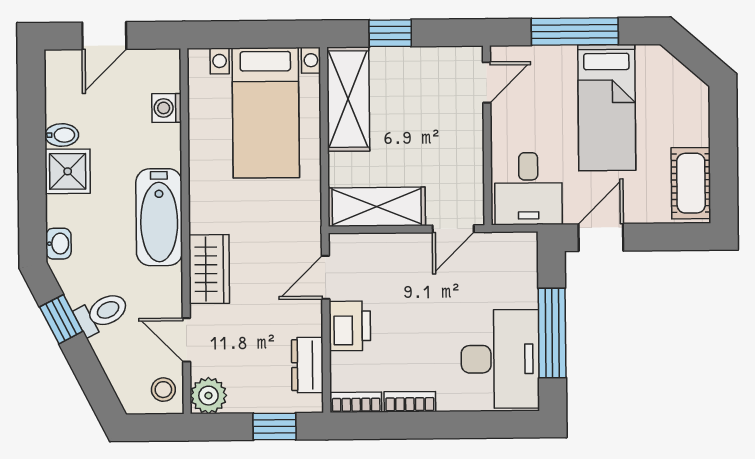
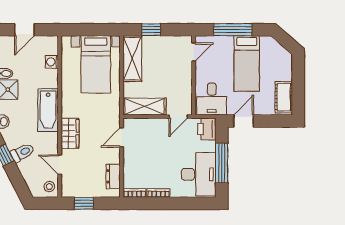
printer: (350, 326) -> (207, 129), moved, turned 180
plant: (208, 396) -> (69, 189), removed
window: (275, 426) -> (84, 203), moved

